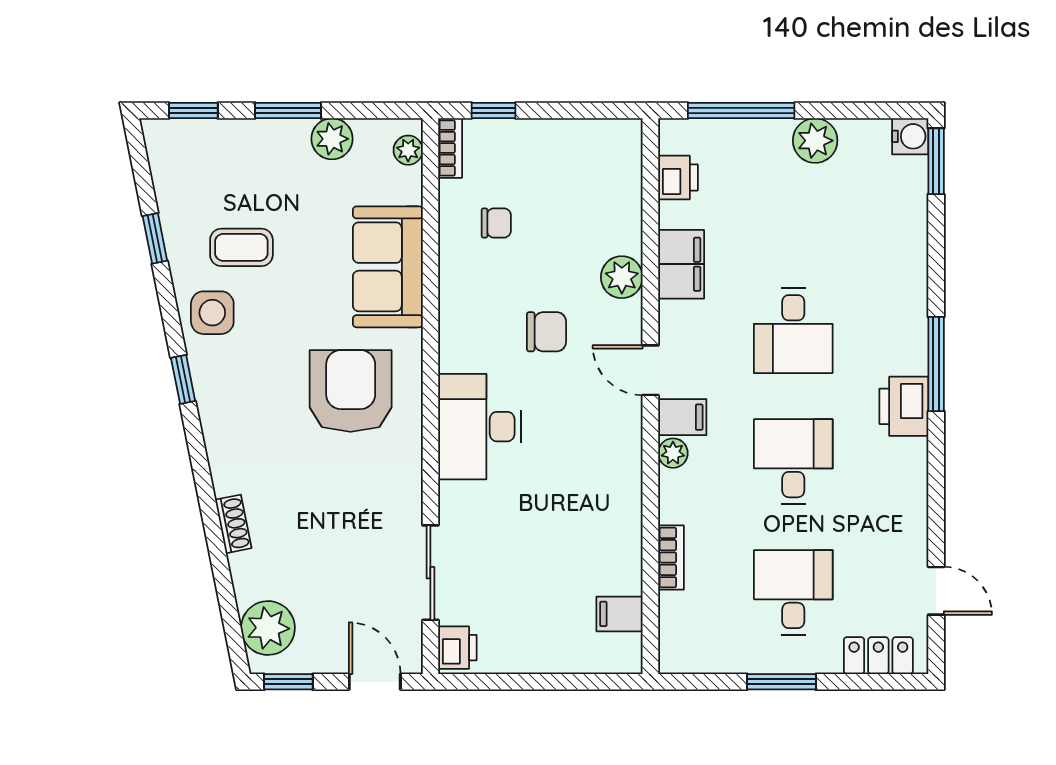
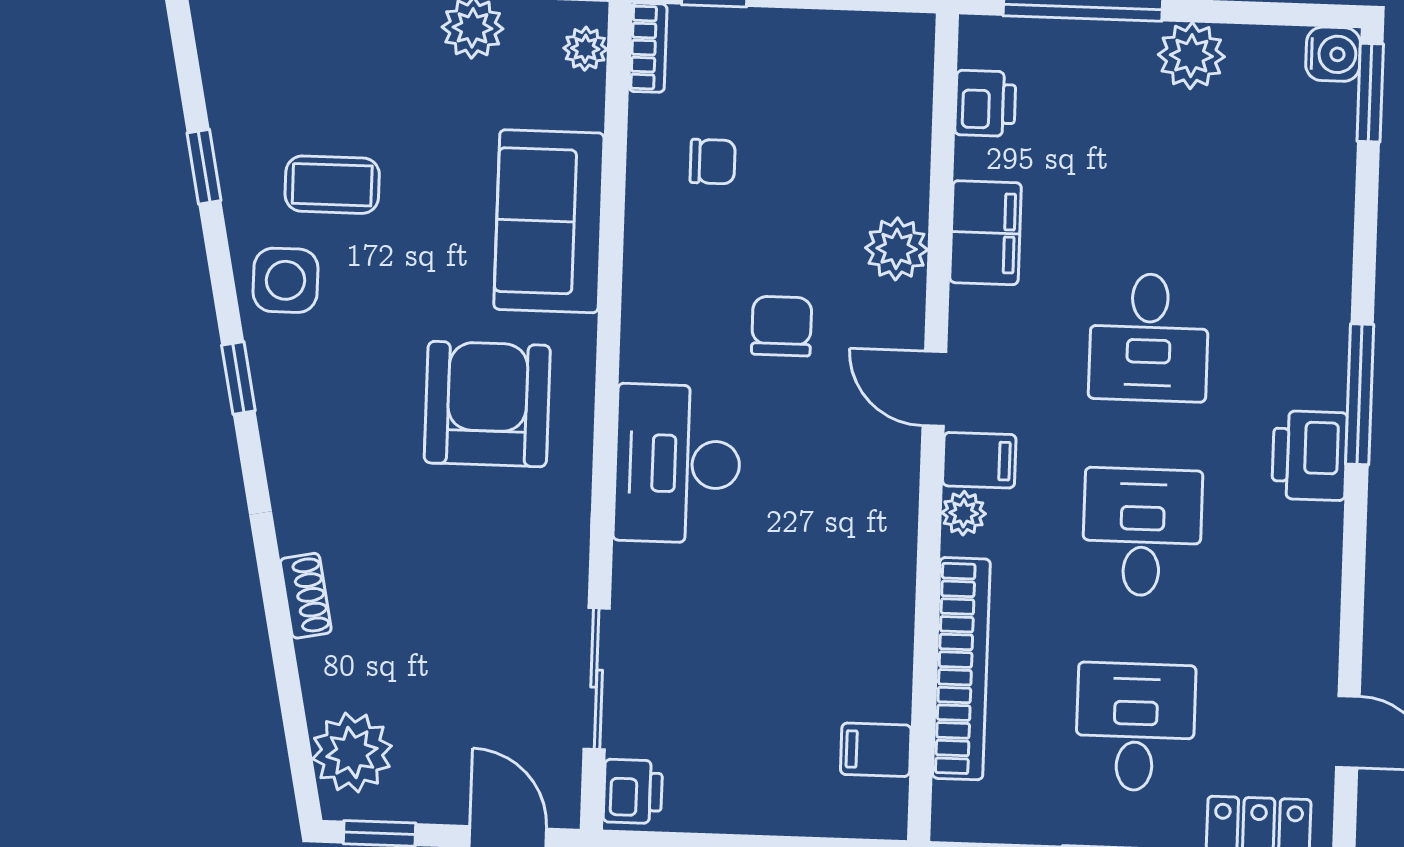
chair: (546, 332) -> (782, 326), turned -90
bookcase: (671, 558) -> (961, 669), width x2.31, depth x1.31

